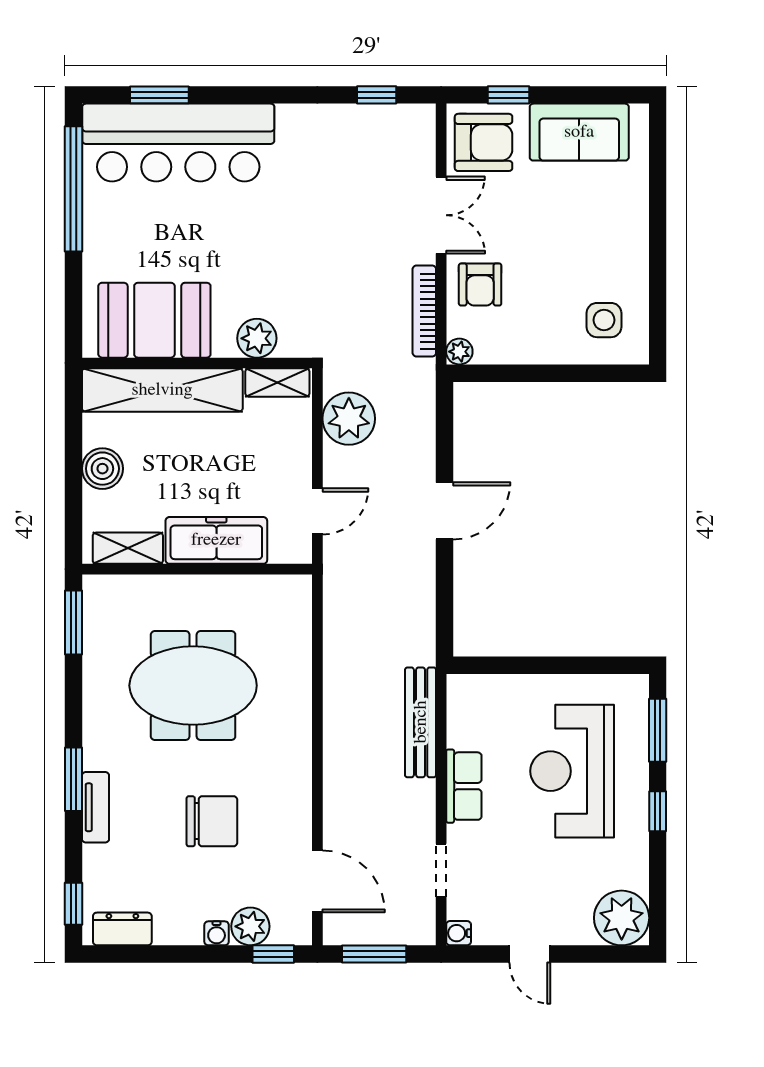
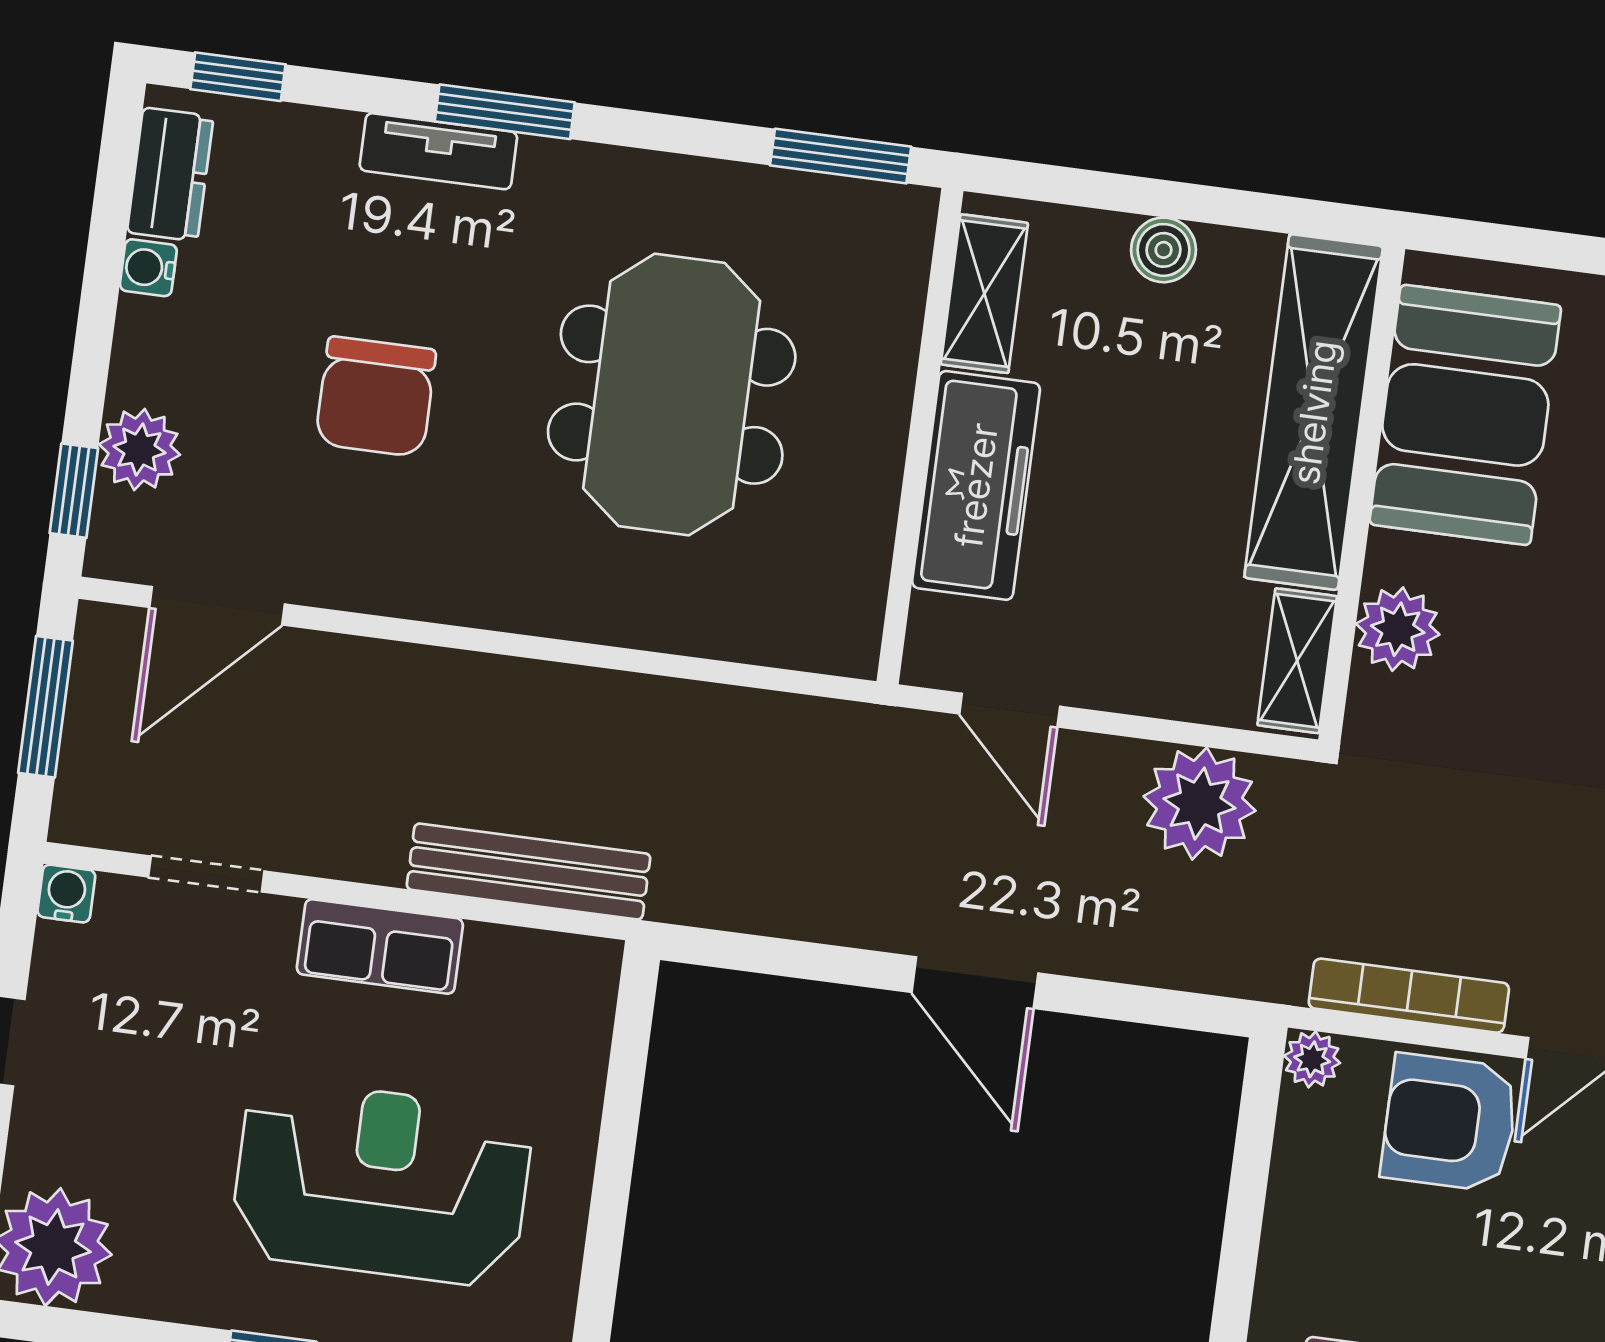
armchair: (480, 285) -> (1450, 1123), width x1.38, depth x1.38
boiler: (102, 469) -> (1164, 250), width x0.73, depth x0.73
water cooler: (217, 933) -> (148, 268), moved

